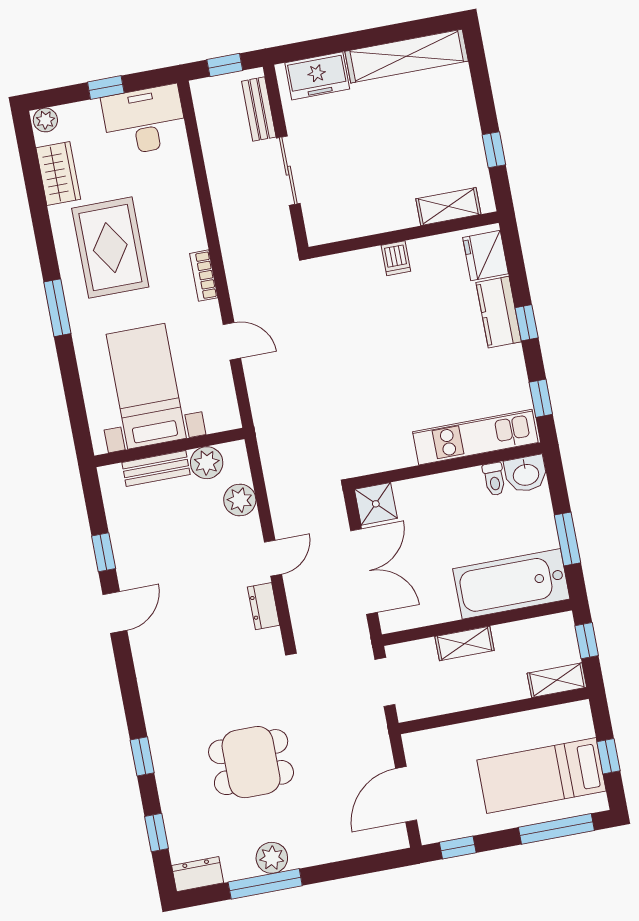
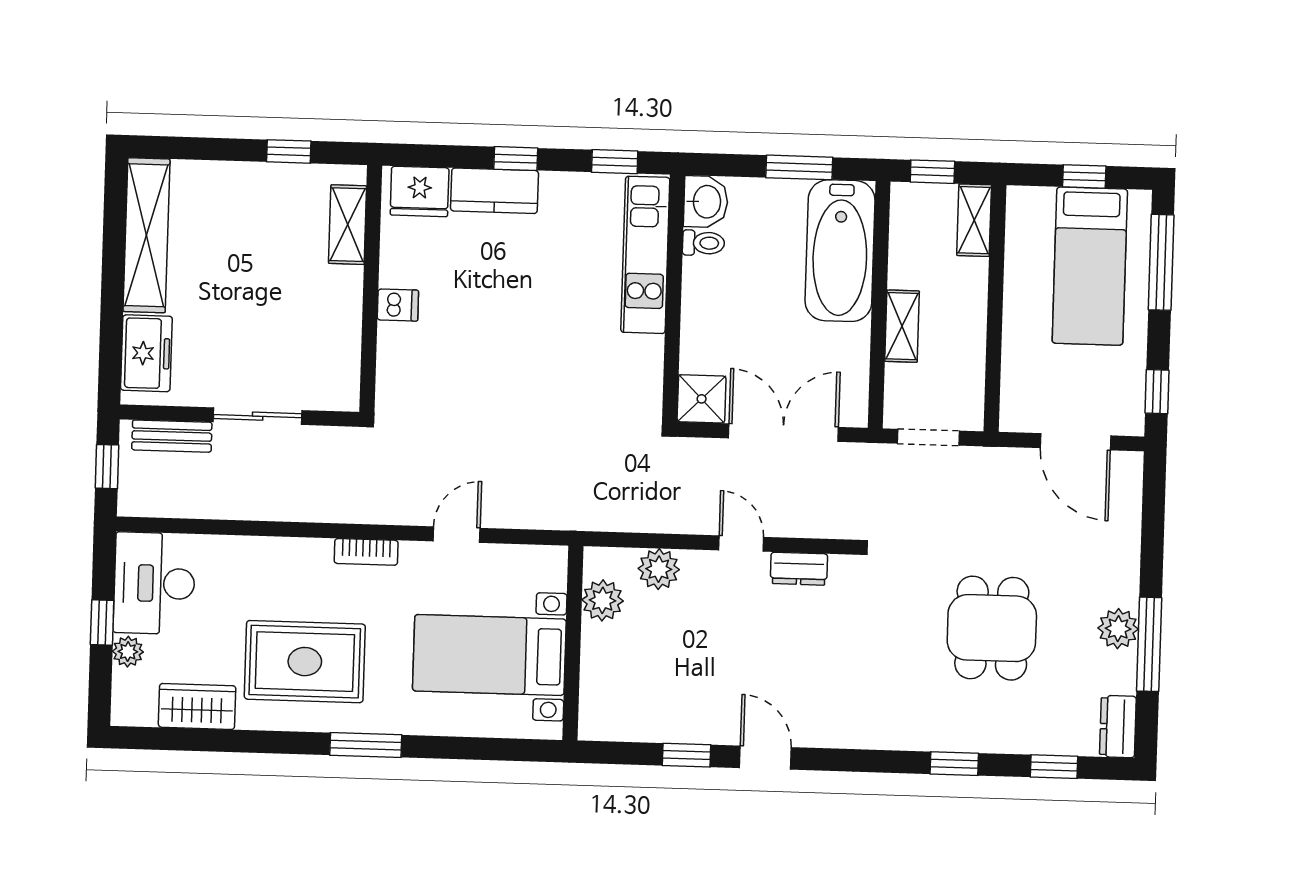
plant: (45, 120) -> (128, 652), moved
bench: (156, 468) -> (596, 666), removed

